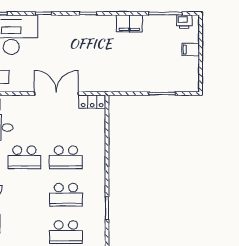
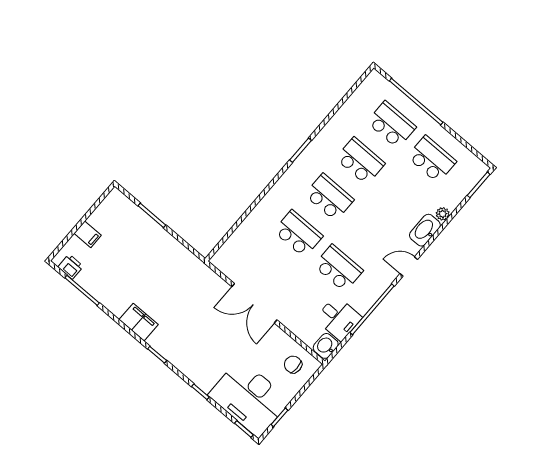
filing cabinet: (129, 23) -> (139, 322), moved
locker: (92, 102) -> (226, 266), removed

